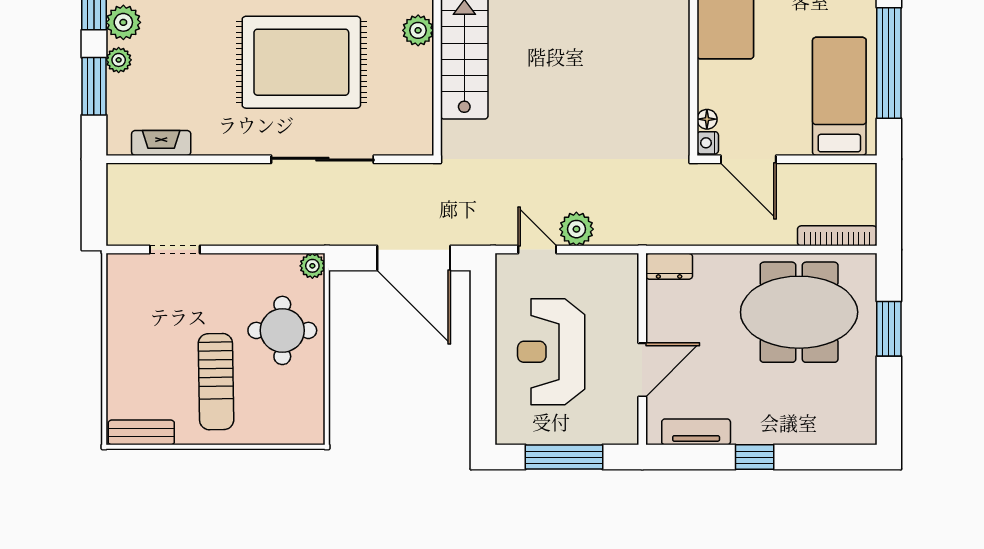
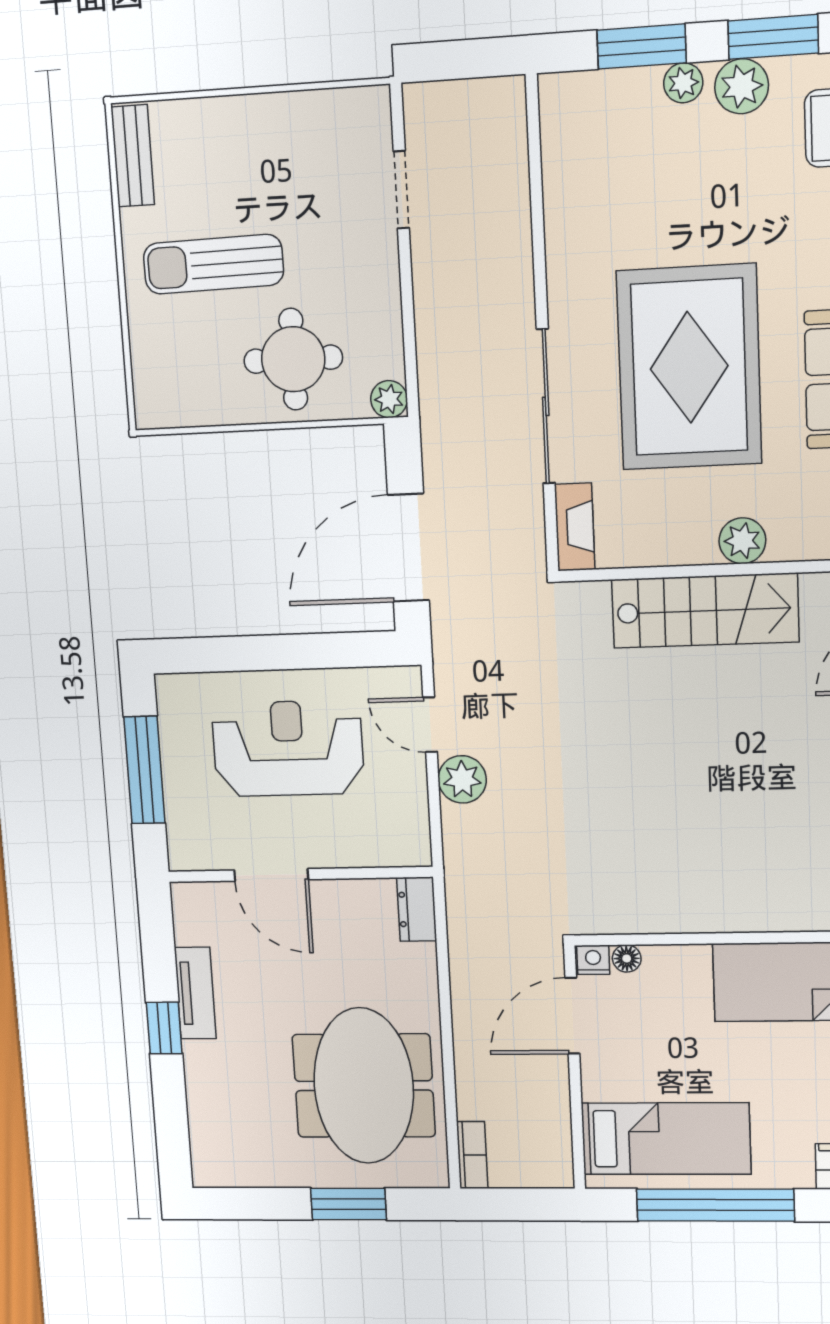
fireplace: (161, 143) -> (575, 527), moved
bookcase: (837, 236) -> (472, 1155), width x0.64
door: (537, 250) -> (430, 725), swing flipped
tv unit: (696, 432) -> (195, 993), moved

